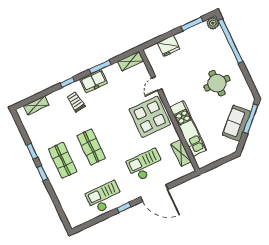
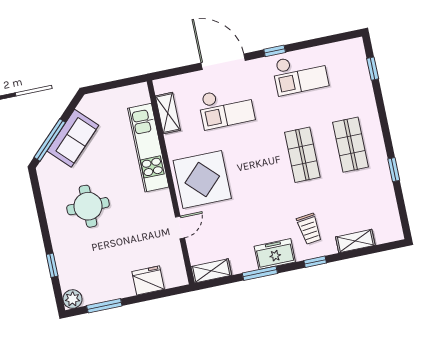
window: (231, 41) -> (52, 265), width x0.32
shelving: (36, 105) -> (355, 241), moved
window: (42, 173) -> (373, 69), moved

